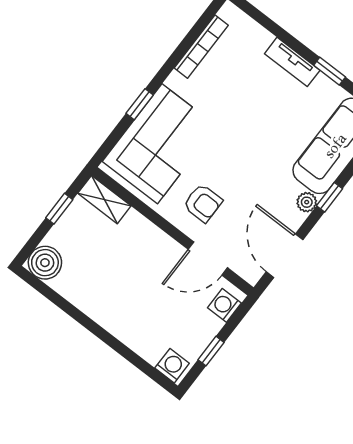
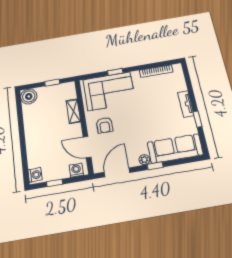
shelving: (104, 200) -> (73, 111), moved

